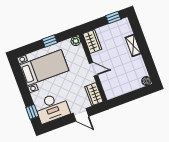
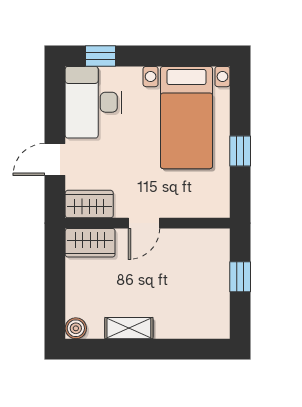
window: (113, 17) -> (240, 277), moved
plant: (76, 41) -> (219, 207), removed
wardrobe: (92, 41) -> (90, 243), moved
shelving: (133, 45) -> (129, 328), moved

